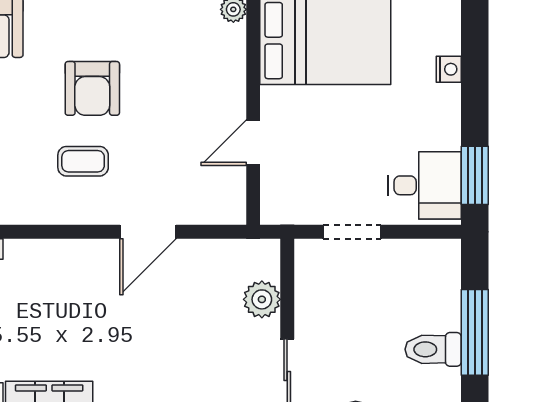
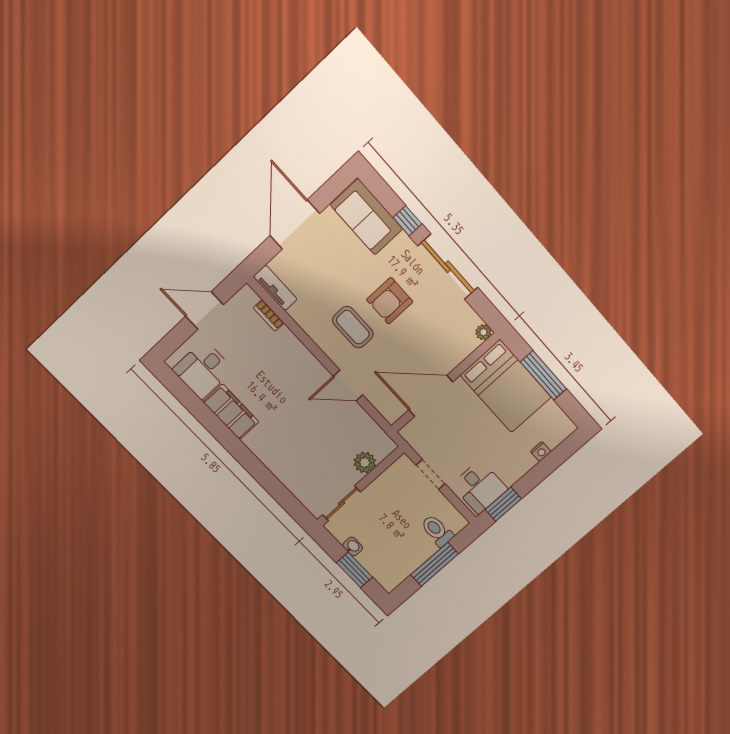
door: (253, 143) -> (431, 396), width x1.87
coffee table: (83, 161) -> (353, 327), width x1.36, depth x1.30
toilet: (433, 349) -> (437, 531), moved

